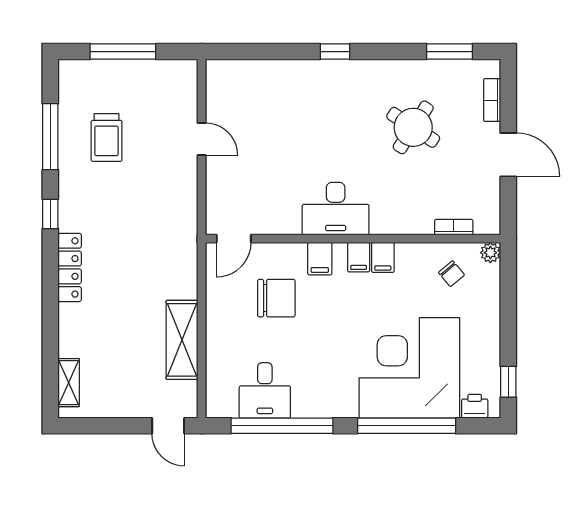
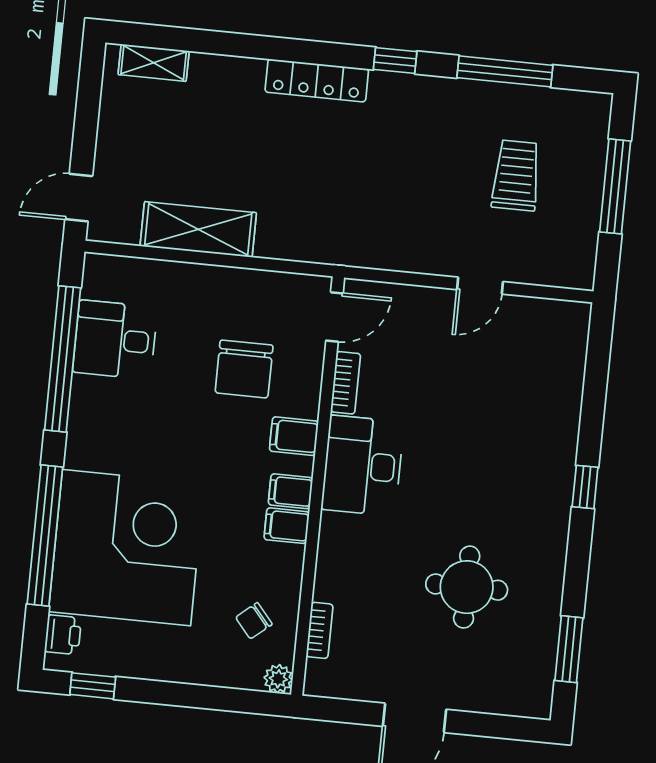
bookcase: (492, 100) -> (346, 383), moved, turned 90
round table: (413, 127) -> (467, 587), turned -33
trolley: (107, 137) -> (516, 175), moved, turned 90
door: (234, 239) -> (334, 317), swing flipped

